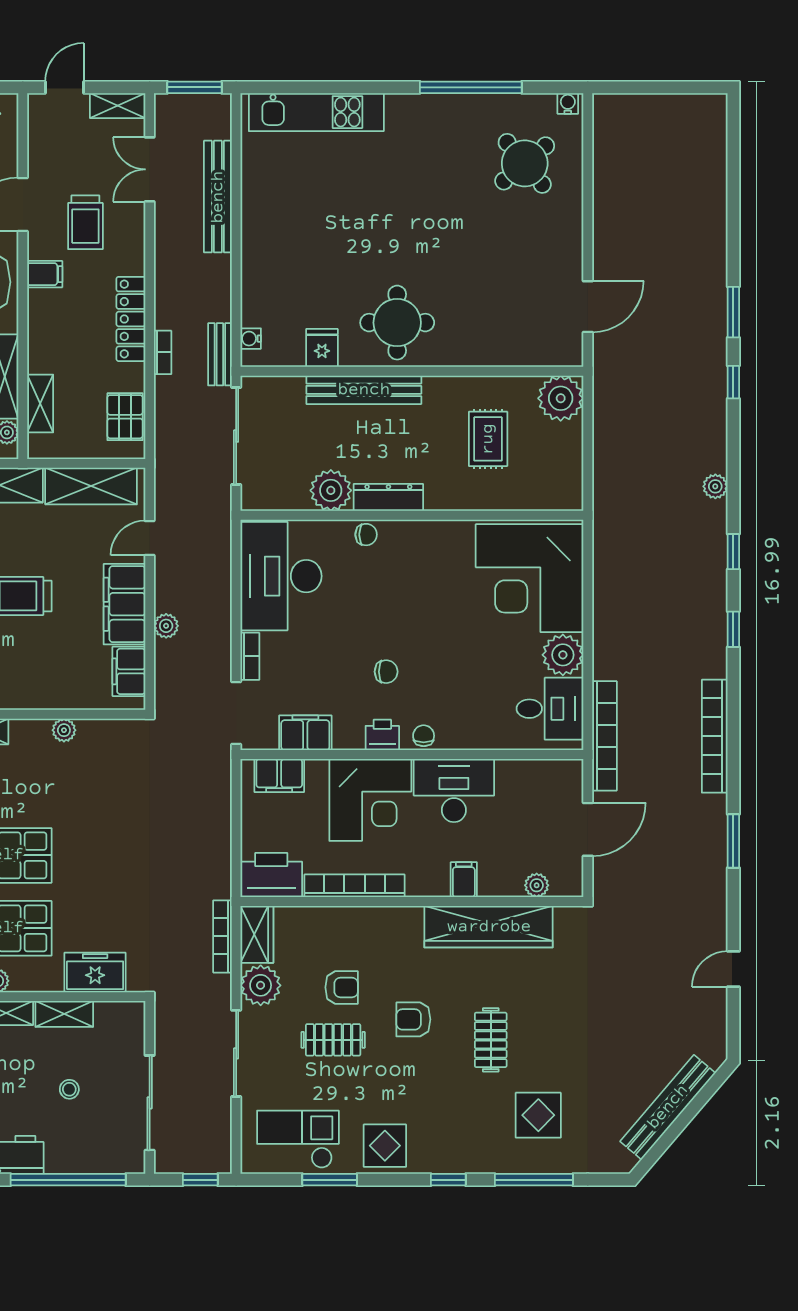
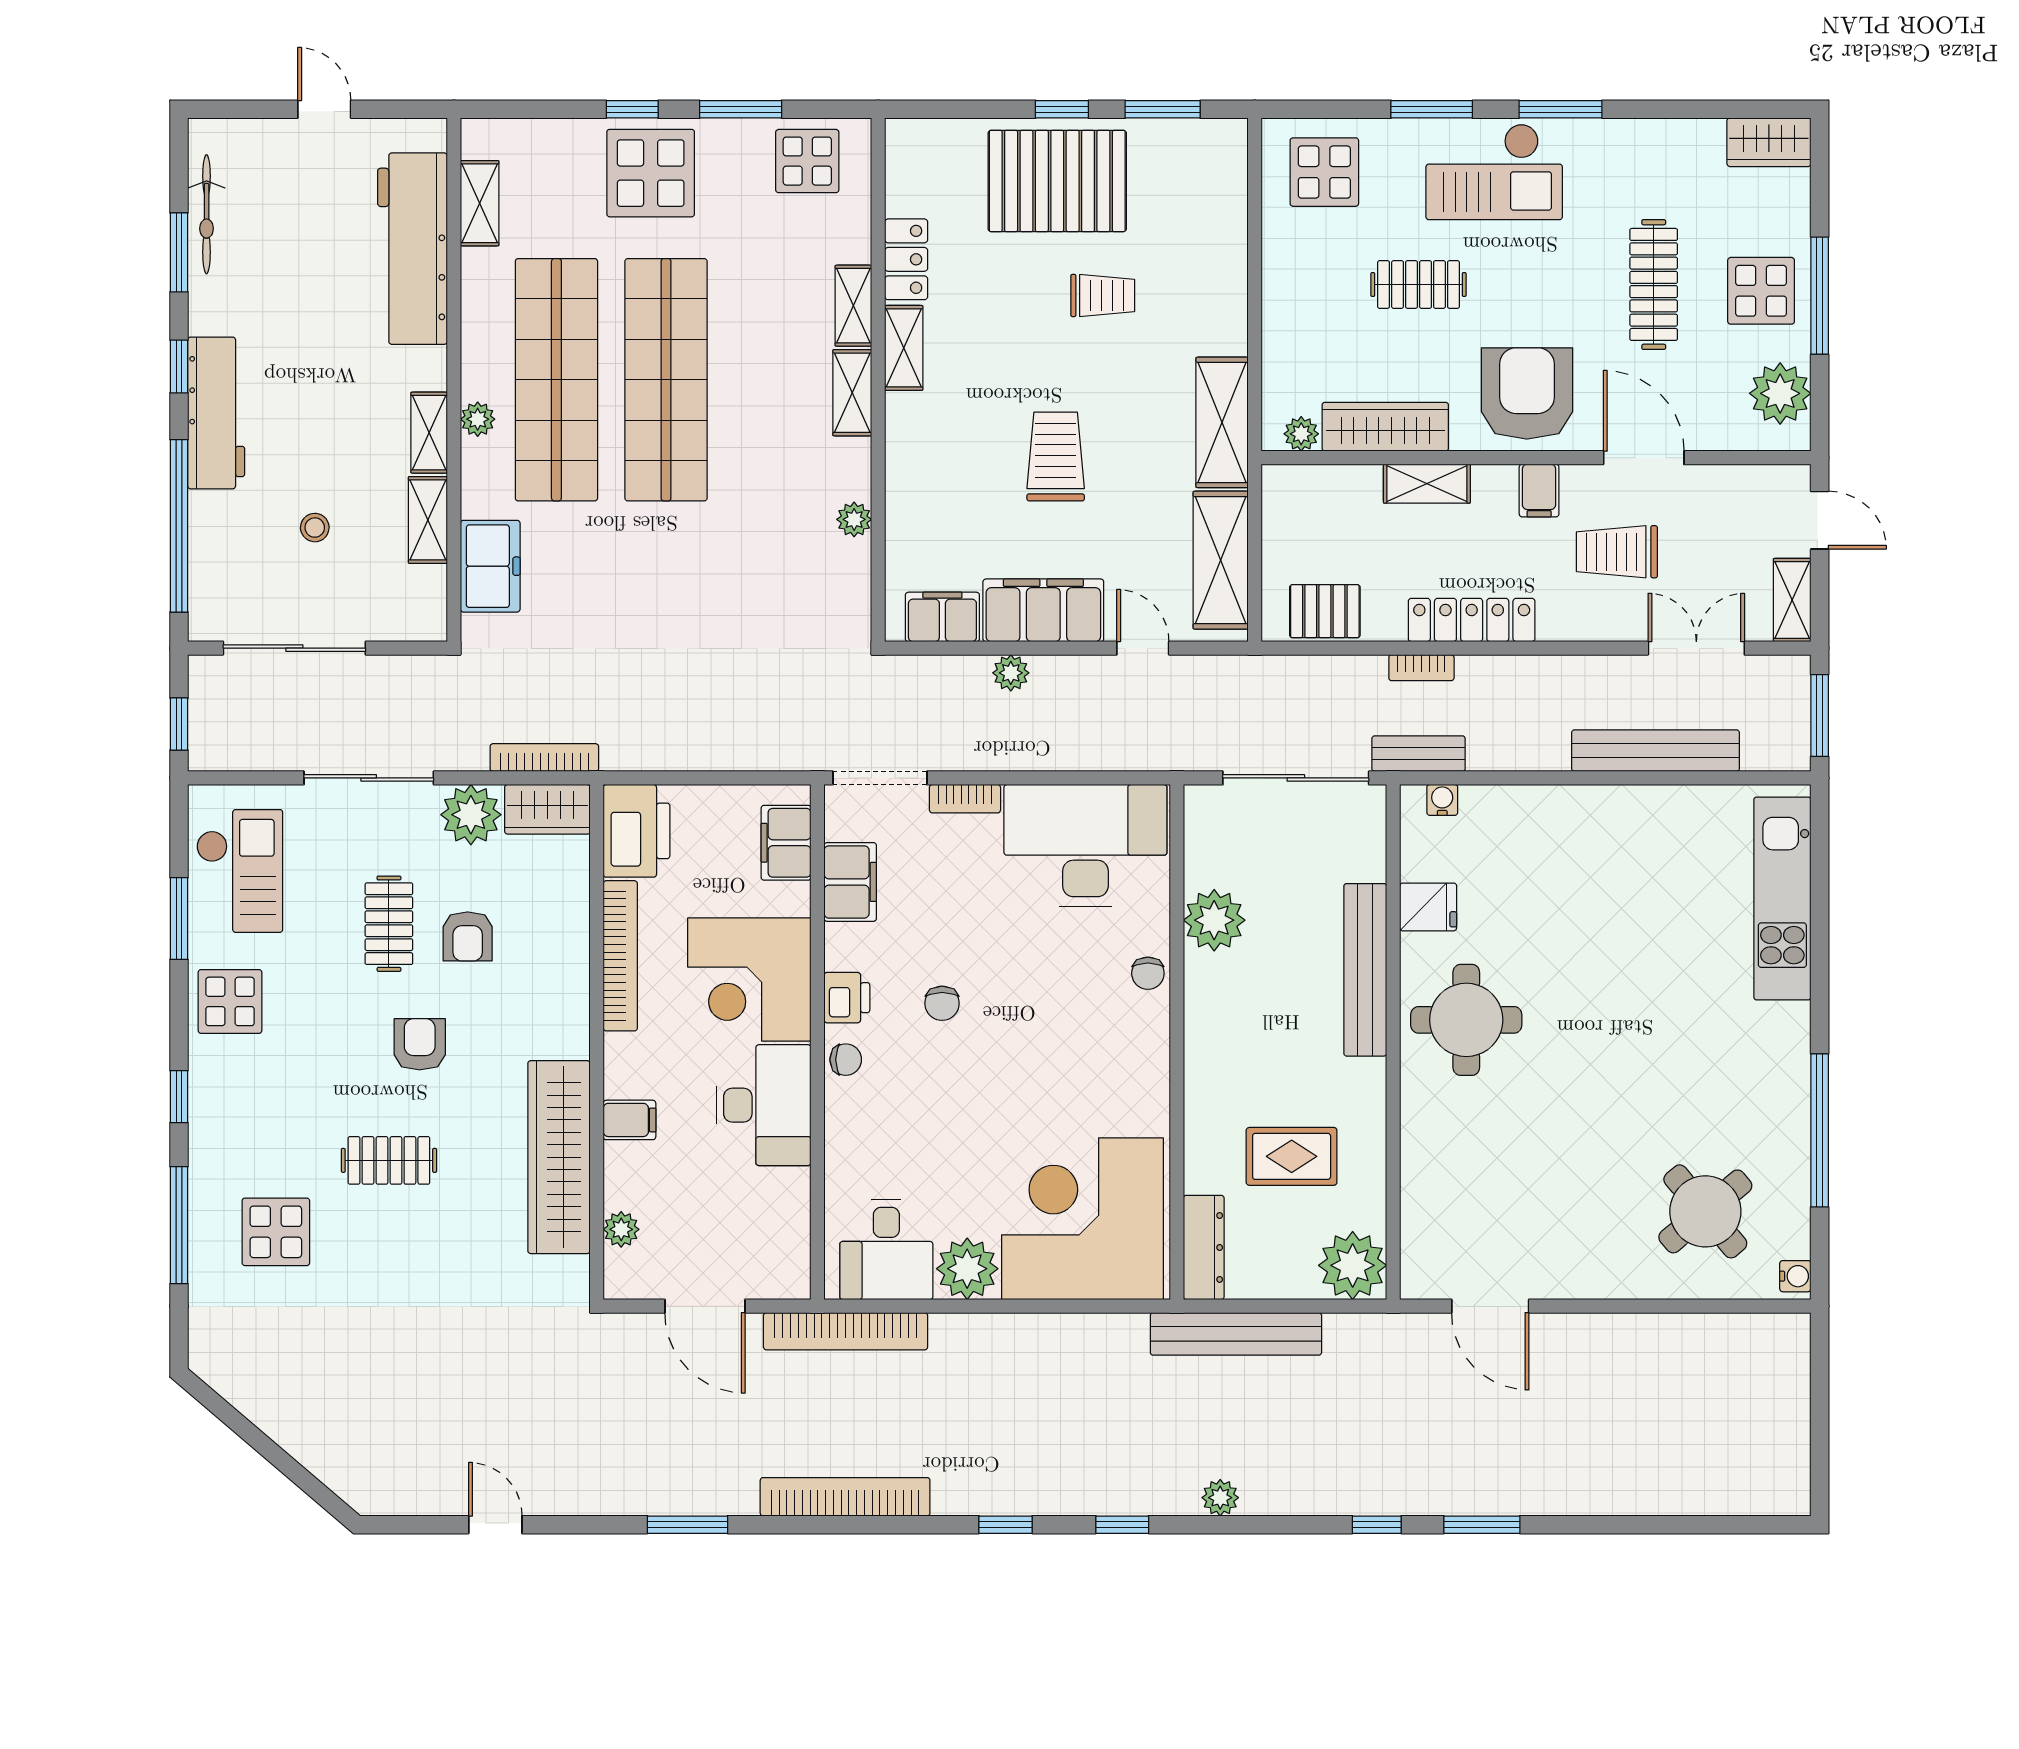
shelving: (40, 404) -> (1427, 484), moved
dresser: (388, 497) -> (1204, 1247), moved
bench: (668, 1107) -> (1236, 1334), moved, turned -40

